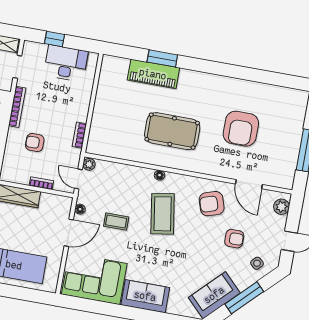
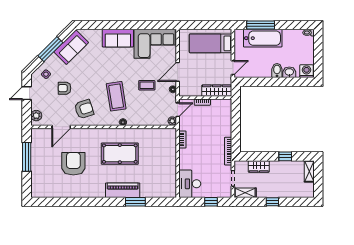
desk: (66, 63) -> (190, 184), moved, turned 90
piano: (153, 74) -> (123, 190), moved
armchair: (35, 143) -> (212, 129), removed
door: (78, 179) -> (178, 110), hinge flipped
door: (249, 184) -> (61, 127), swing flipped

